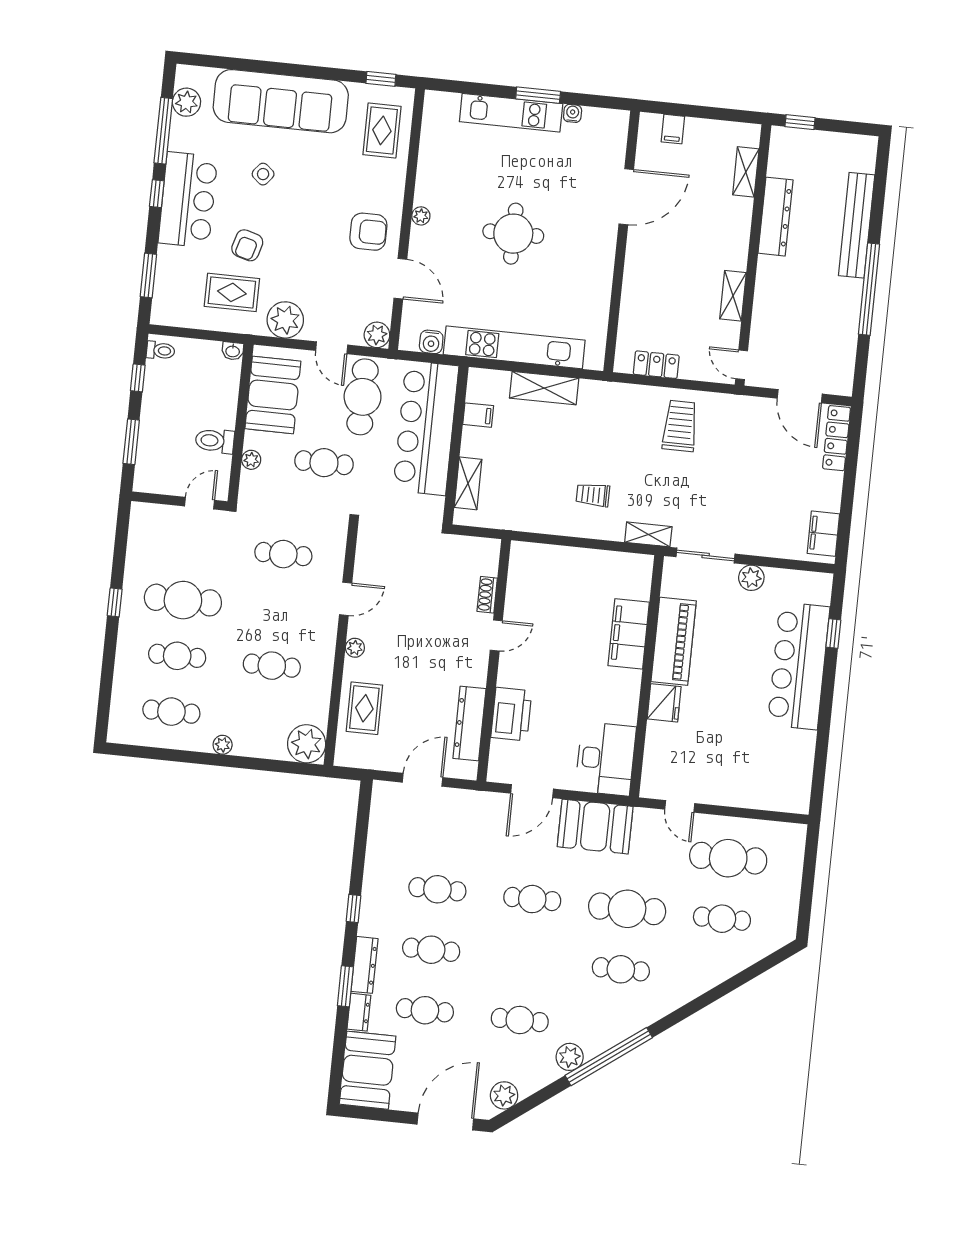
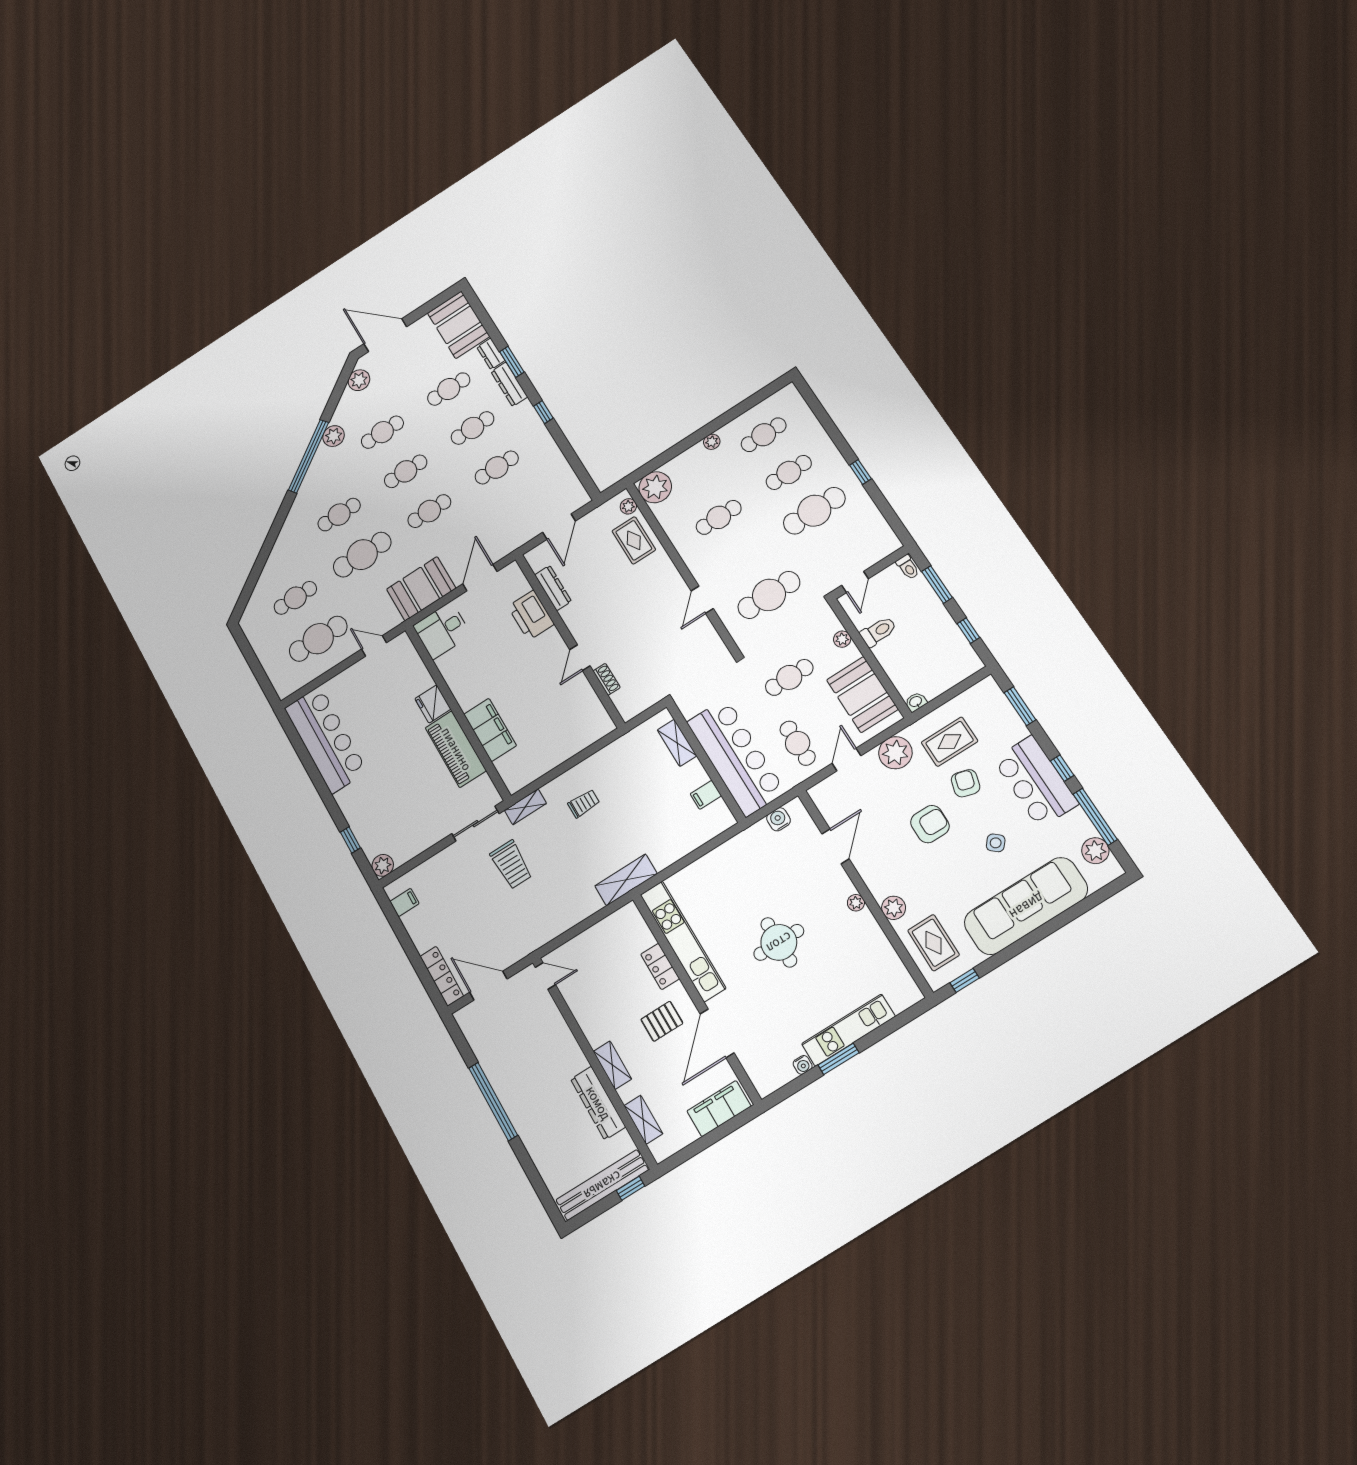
filing cabinet: (673, 129) -> (719, 1109), width x3.00, depth x1.17
bench: (857, 225) -> (602, 1185), moved, turned 90
armchair: (368, 232) -> (930, 824), moved, turned 180
pallet: (667, 244) -> (662, 1021), added
door: (400, 279) -> (835, 846), swing flipped
shelving: (733, 296) -> (612, 1065), moved
plant: (377, 335) -> (894, 908), moved
kitchen unit: (514, 347) -> (683, 941), moved, turned -90
door: (332, 348) -> (847, 760), hinge flipped
toilet: (161, 351) -> (908, 567), moved, turned -90
locker: (656, 365) -> (660, 966), moved, turned 90
shelving: (544, 388) -> (626, 880), moved
cafe table: (363, 397) -> (798, 743), width x0.73, depth x0.74
trolley: (680, 426) -> (511, 865), moved
filing cabinet: (823, 534) -> (405, 902), width x0.50
cafe table: (283, 554) -> (769, 595), width x1.37, depth x1.35
plant: (751, 578) -> (383, 865), moved
plant: (355, 648) -> (628, 506), moved
bar counter: (799, 666) -> (326, 740), moved
dresser: (469, 724) -> (553, 588), width x0.73, depth x0.80
desk: (606, 759) -> (442, 630), width x0.73
cafe table: (526, 960) -> (406, 471), added
door: (445, 1121) -> (385, 335), swing flipped

